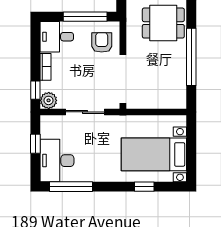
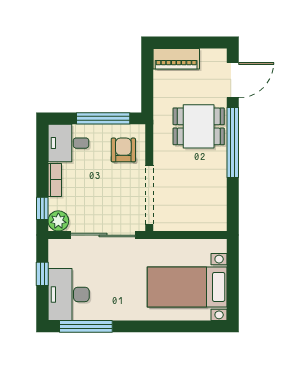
window: (191, 57) -> (233, 142), moved
sliding door: (85, 112) -> (103, 235), width x1.37
window: (144, 187) -> (175, 326), removed

